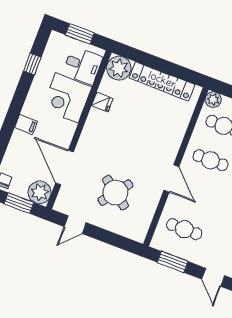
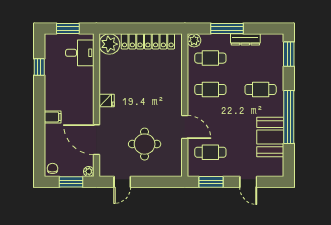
corner desk: (67, 98) -> (77, 84), removed
fridge: (102, 102) -> (107, 101), moved
door: (171, 179) -> (185, 127), moved
plant: (40, 192) -> (89, 171), width x0.53, depth x0.53
round table: (115, 193) -> (145, 144), turned -37

